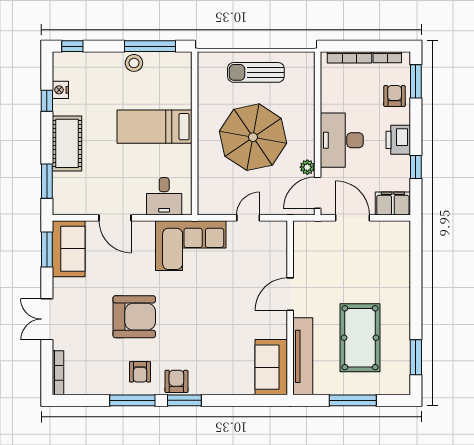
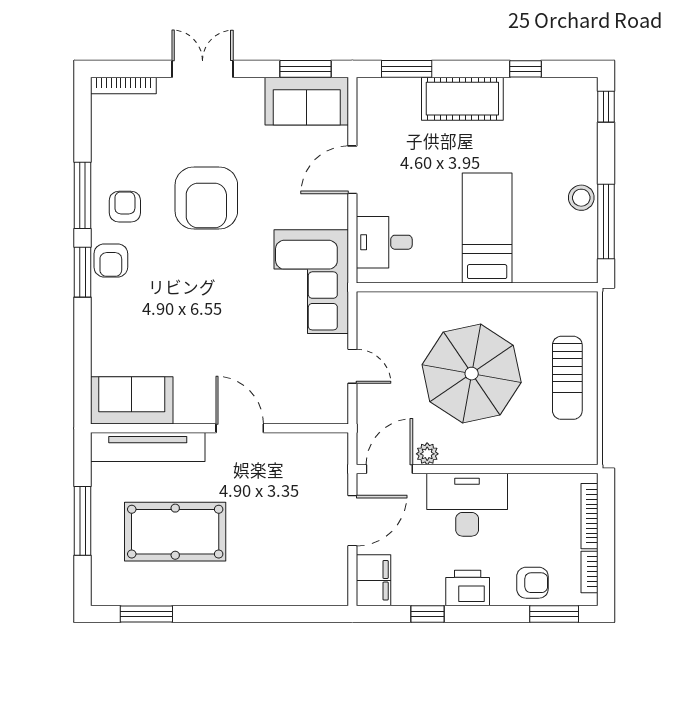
sun lounger: (256, 72) -> (567, 378), turned 180
nightstand: (60, 90) -> (541, 89), removed
door: (318, 193) -> (389, 469), hinge flipped
armchair: (140, 372) -> (125, 207), turned 90
armchair: (176, 381) -> (111, 260), turned 90

